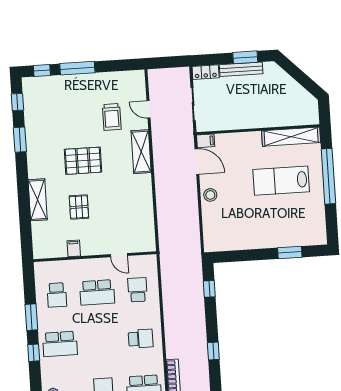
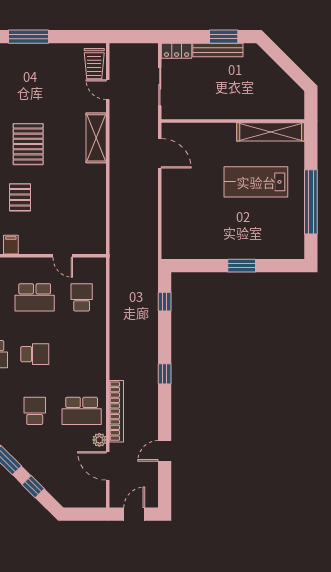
trolley: (112, 117) -> (94, 64), moved
filing cabinet: (206, 141) -> (171, 130), removed
pallet: (83, 161) -> (28, 144), turned 90
window: (328, 176) -> (311, 202), moved
stool: (210, 195) -> (173, 193), removed
window: (290, 252) -> (242, 266), moved
school desk: (141, 339) -> (35, 354), moved

